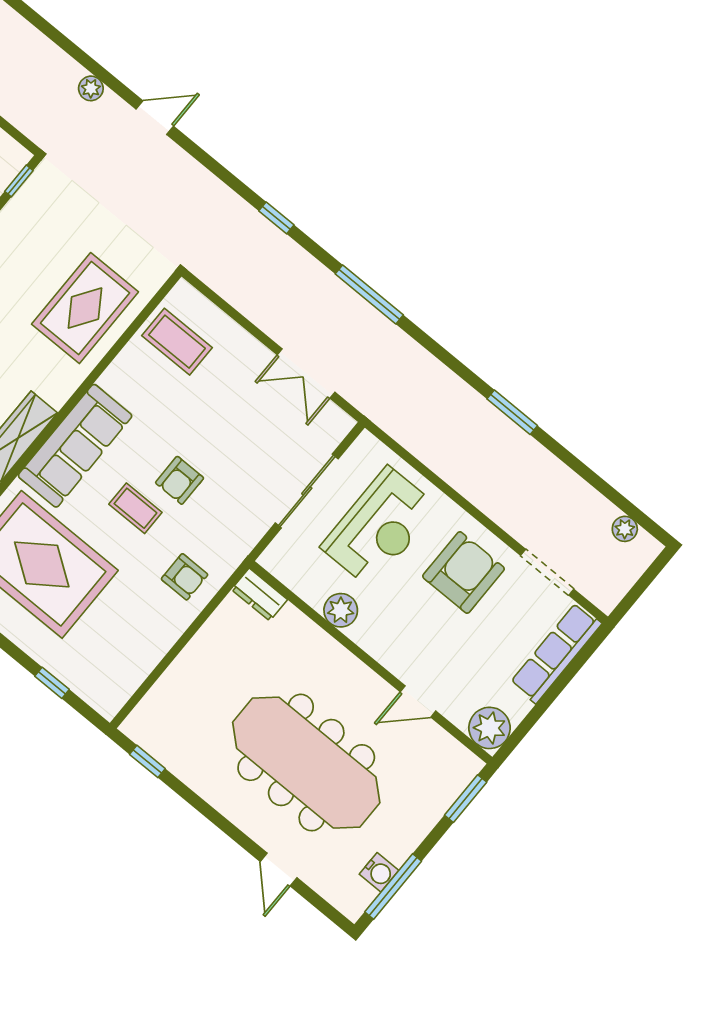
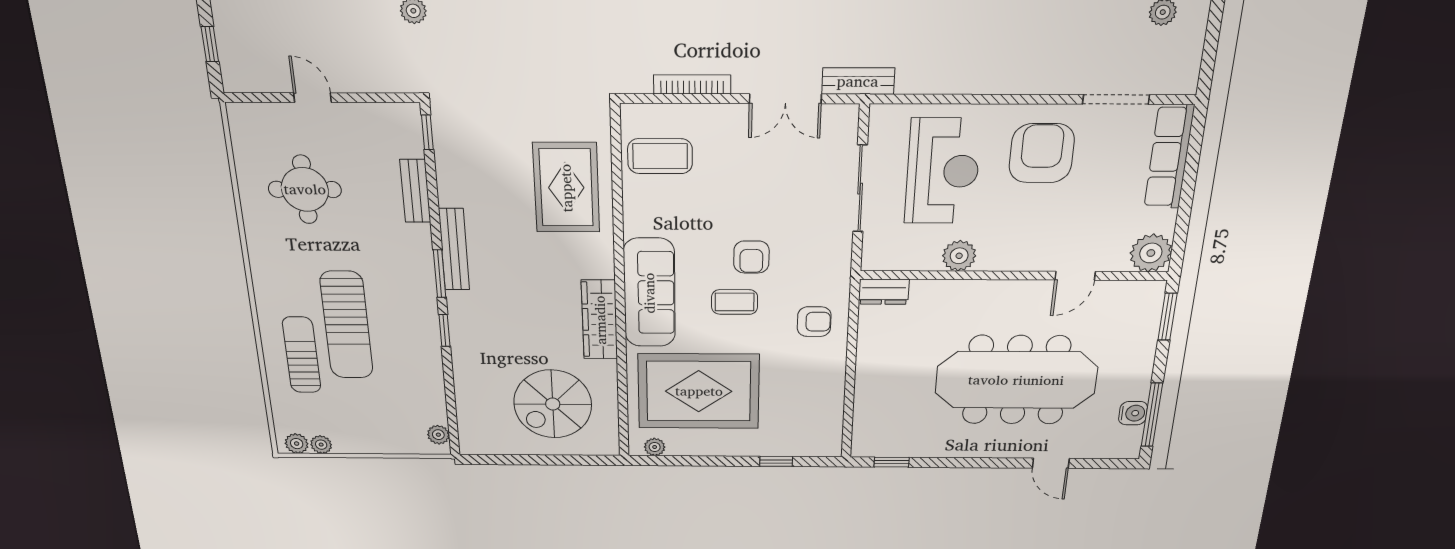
bookcase: (246, 307) -> (692, 84), added
bench: (370, 404) -> (858, 81), added

